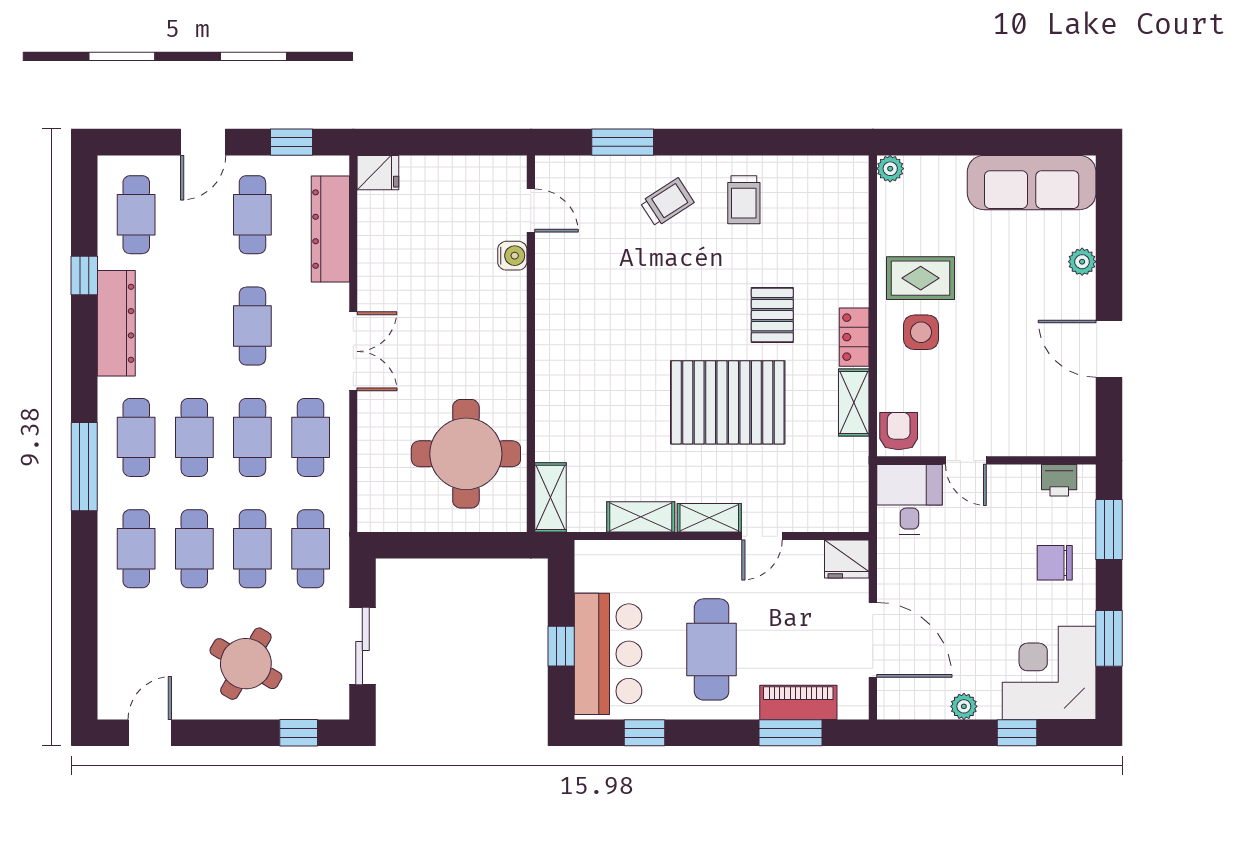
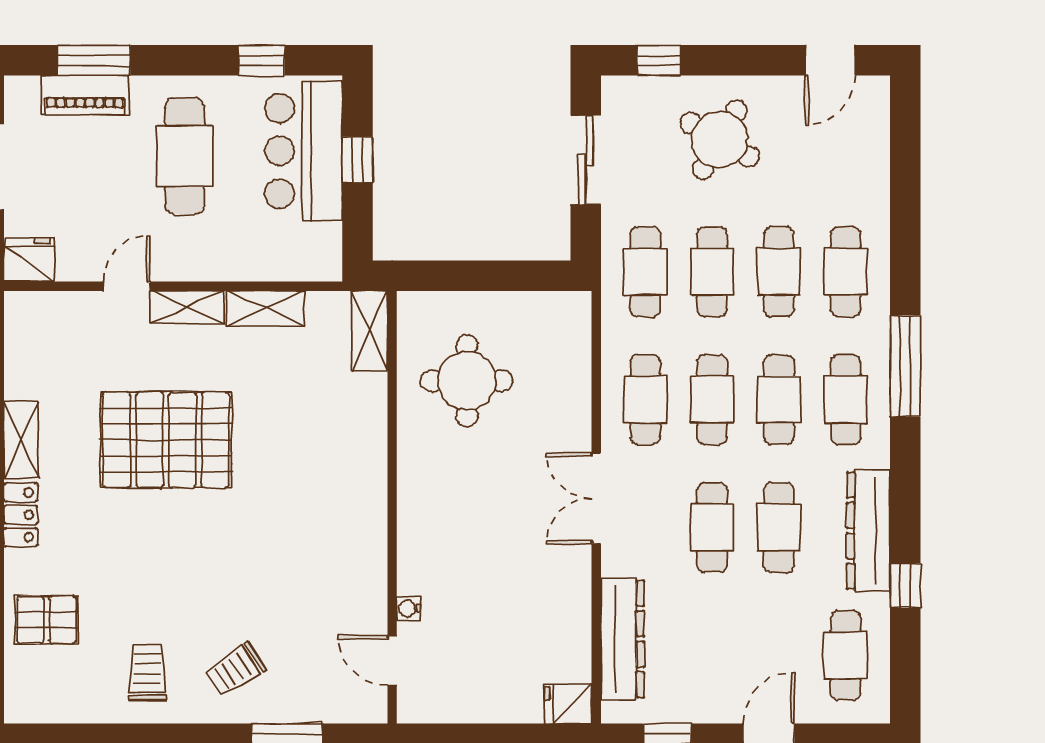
cafe table: (252, 215) -> (779, 528), moved
water cooler: (512, 256) -> (409, 608), width x0.72, depth x0.72
pallet: (772, 315) -> (47, 620), moved, turned 90
round table: (466, 454) -> (467, 381), width x0.73, depth x0.73

